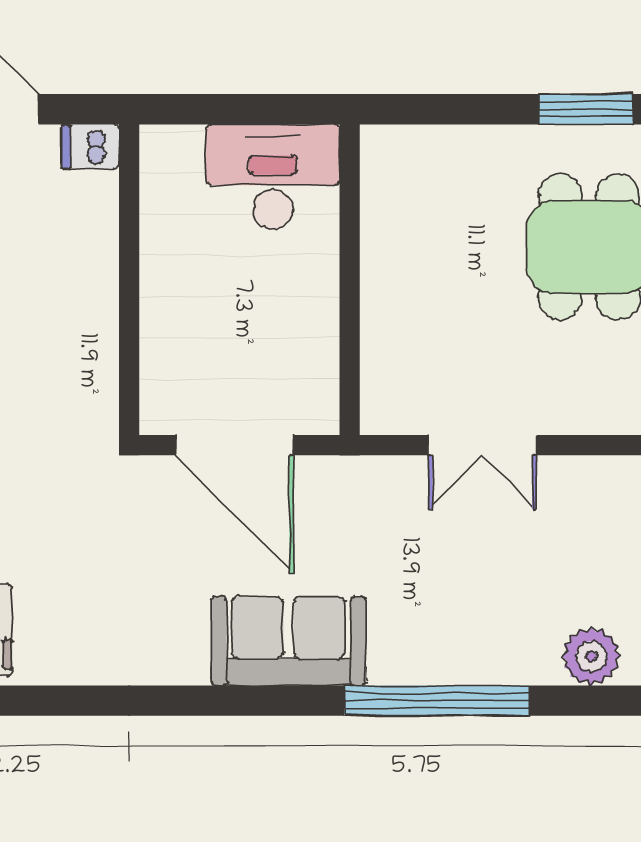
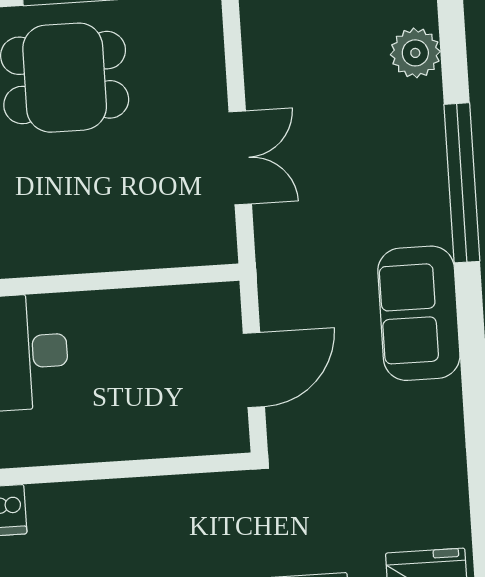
door: (235, 445) -> (254, 370), width x0.73

